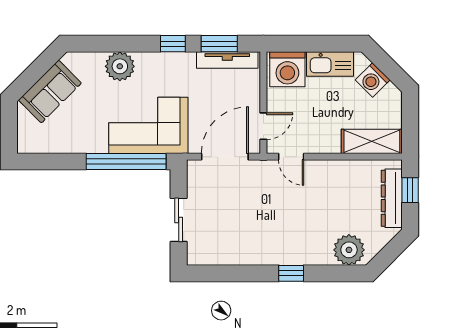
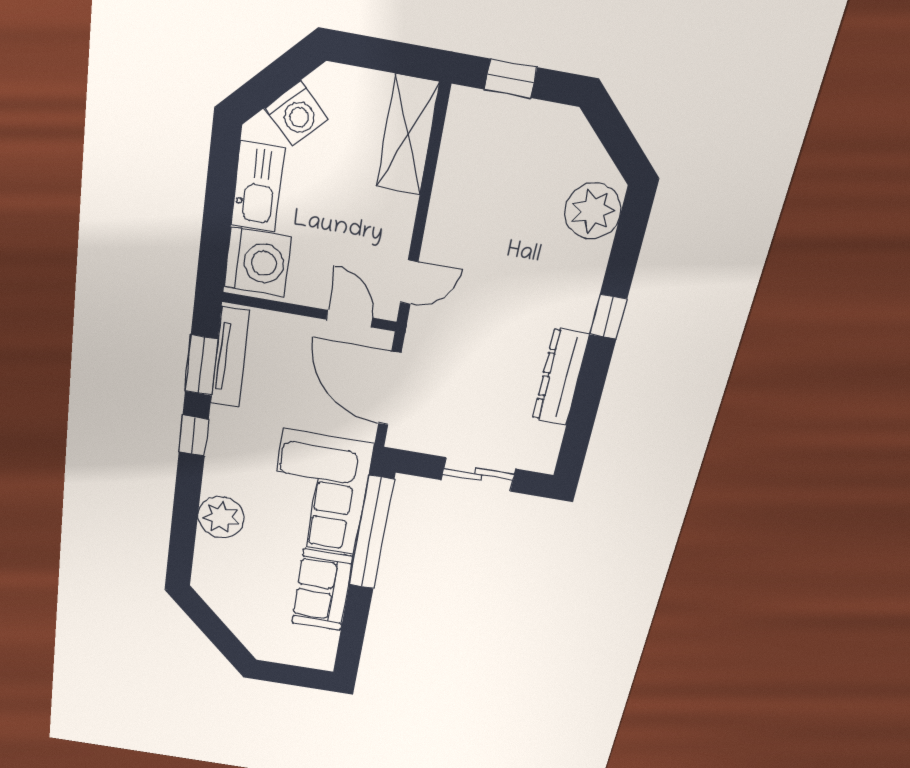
sofa: (50, 91) -> (322, 590), moved, turned -135
dresser: (392, 198) -> (561, 377), moved, turned 90

